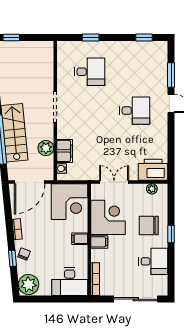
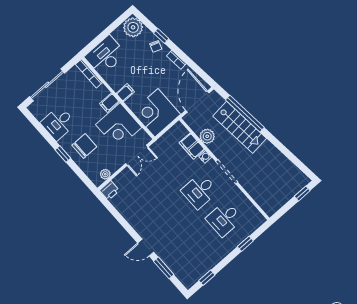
desk: (135, 111) -> (199, 191), moved
water cooler: (62, 168) -> (205, 157), moved
printer: (153, 170) -> (110, 191), width x0.53, depth x0.68

